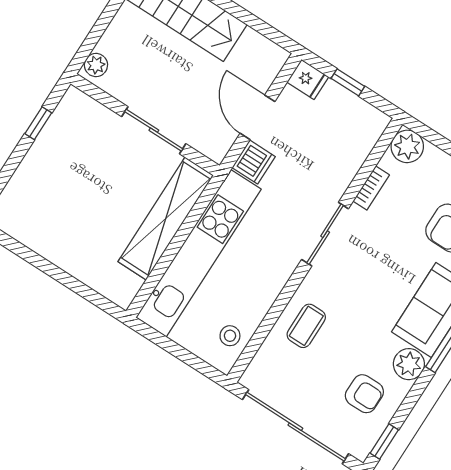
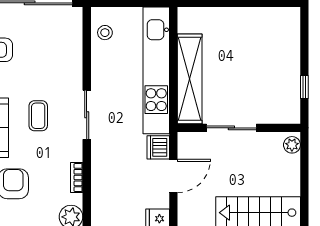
door: (257, 117) -> (173, 176), hinge flipped
sliding door: (325, 234) -> (87, 115), moved
coffee table: (306, 326) -> (38, 116), moved

